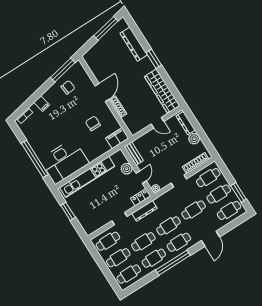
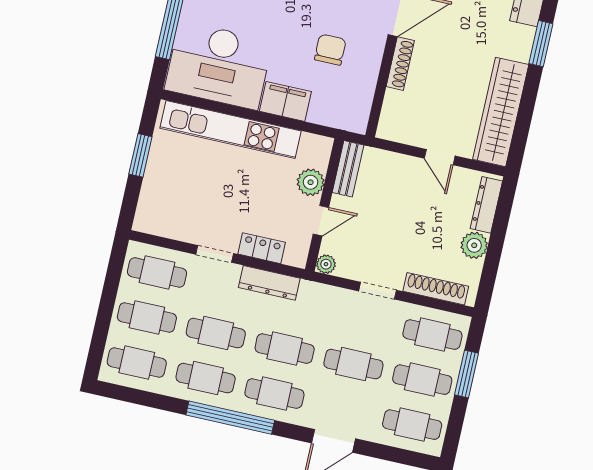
filing cabinet: (117, 138) -> (285, 101), moved
window: (238, 192) -> (467, 374), moved
locker: (141, 197) -> (262, 248), moved

